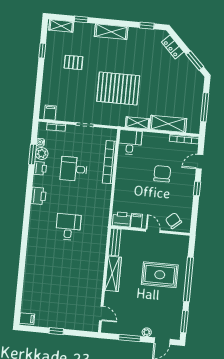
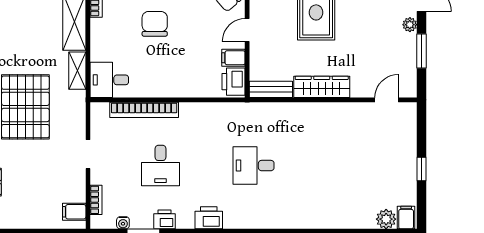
plant: (42, 153) -> (386, 219), moved
chair: (162, 174) -> (155, 24), turned 90

